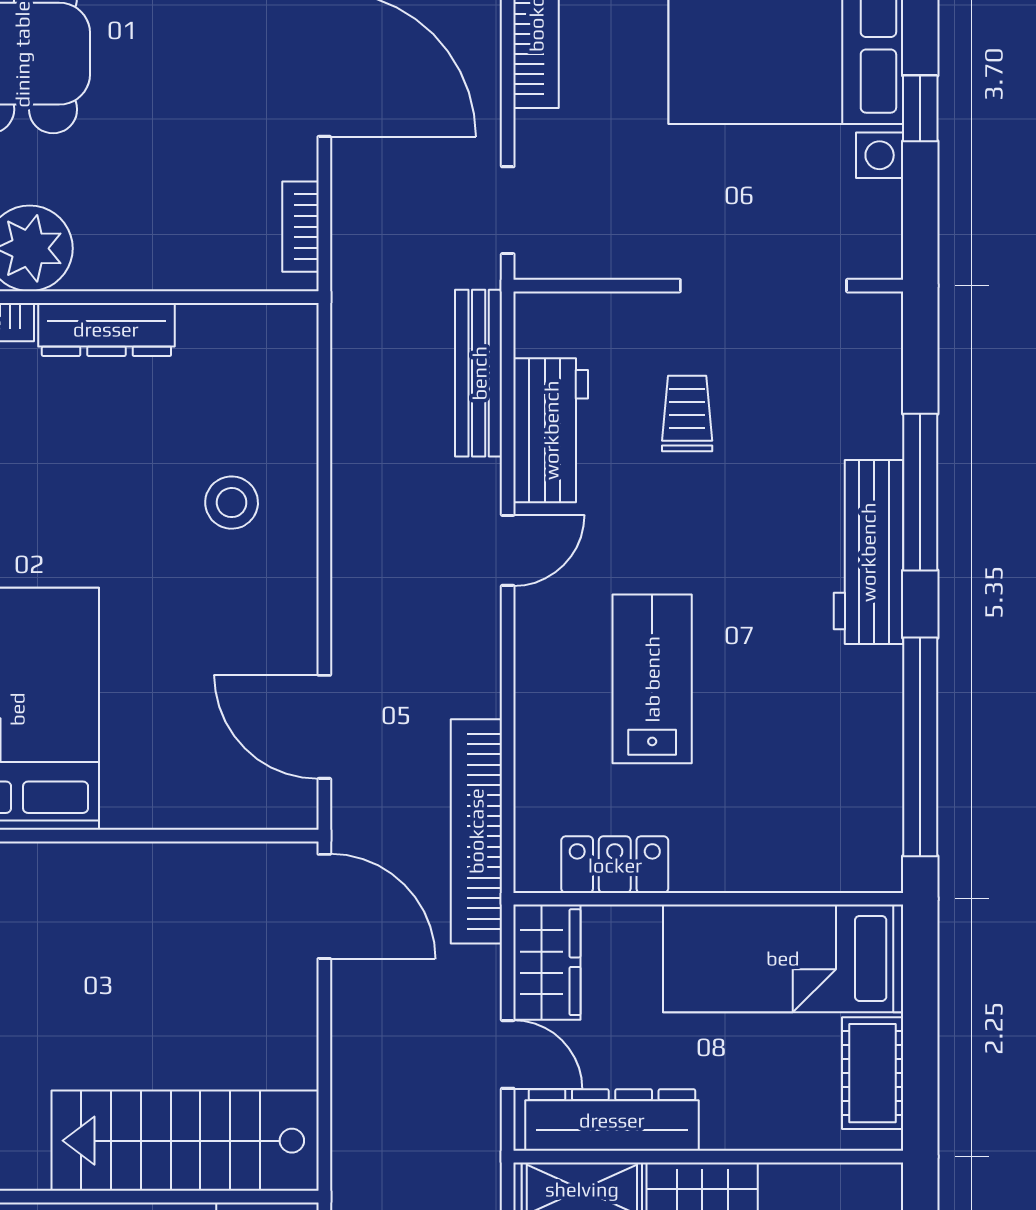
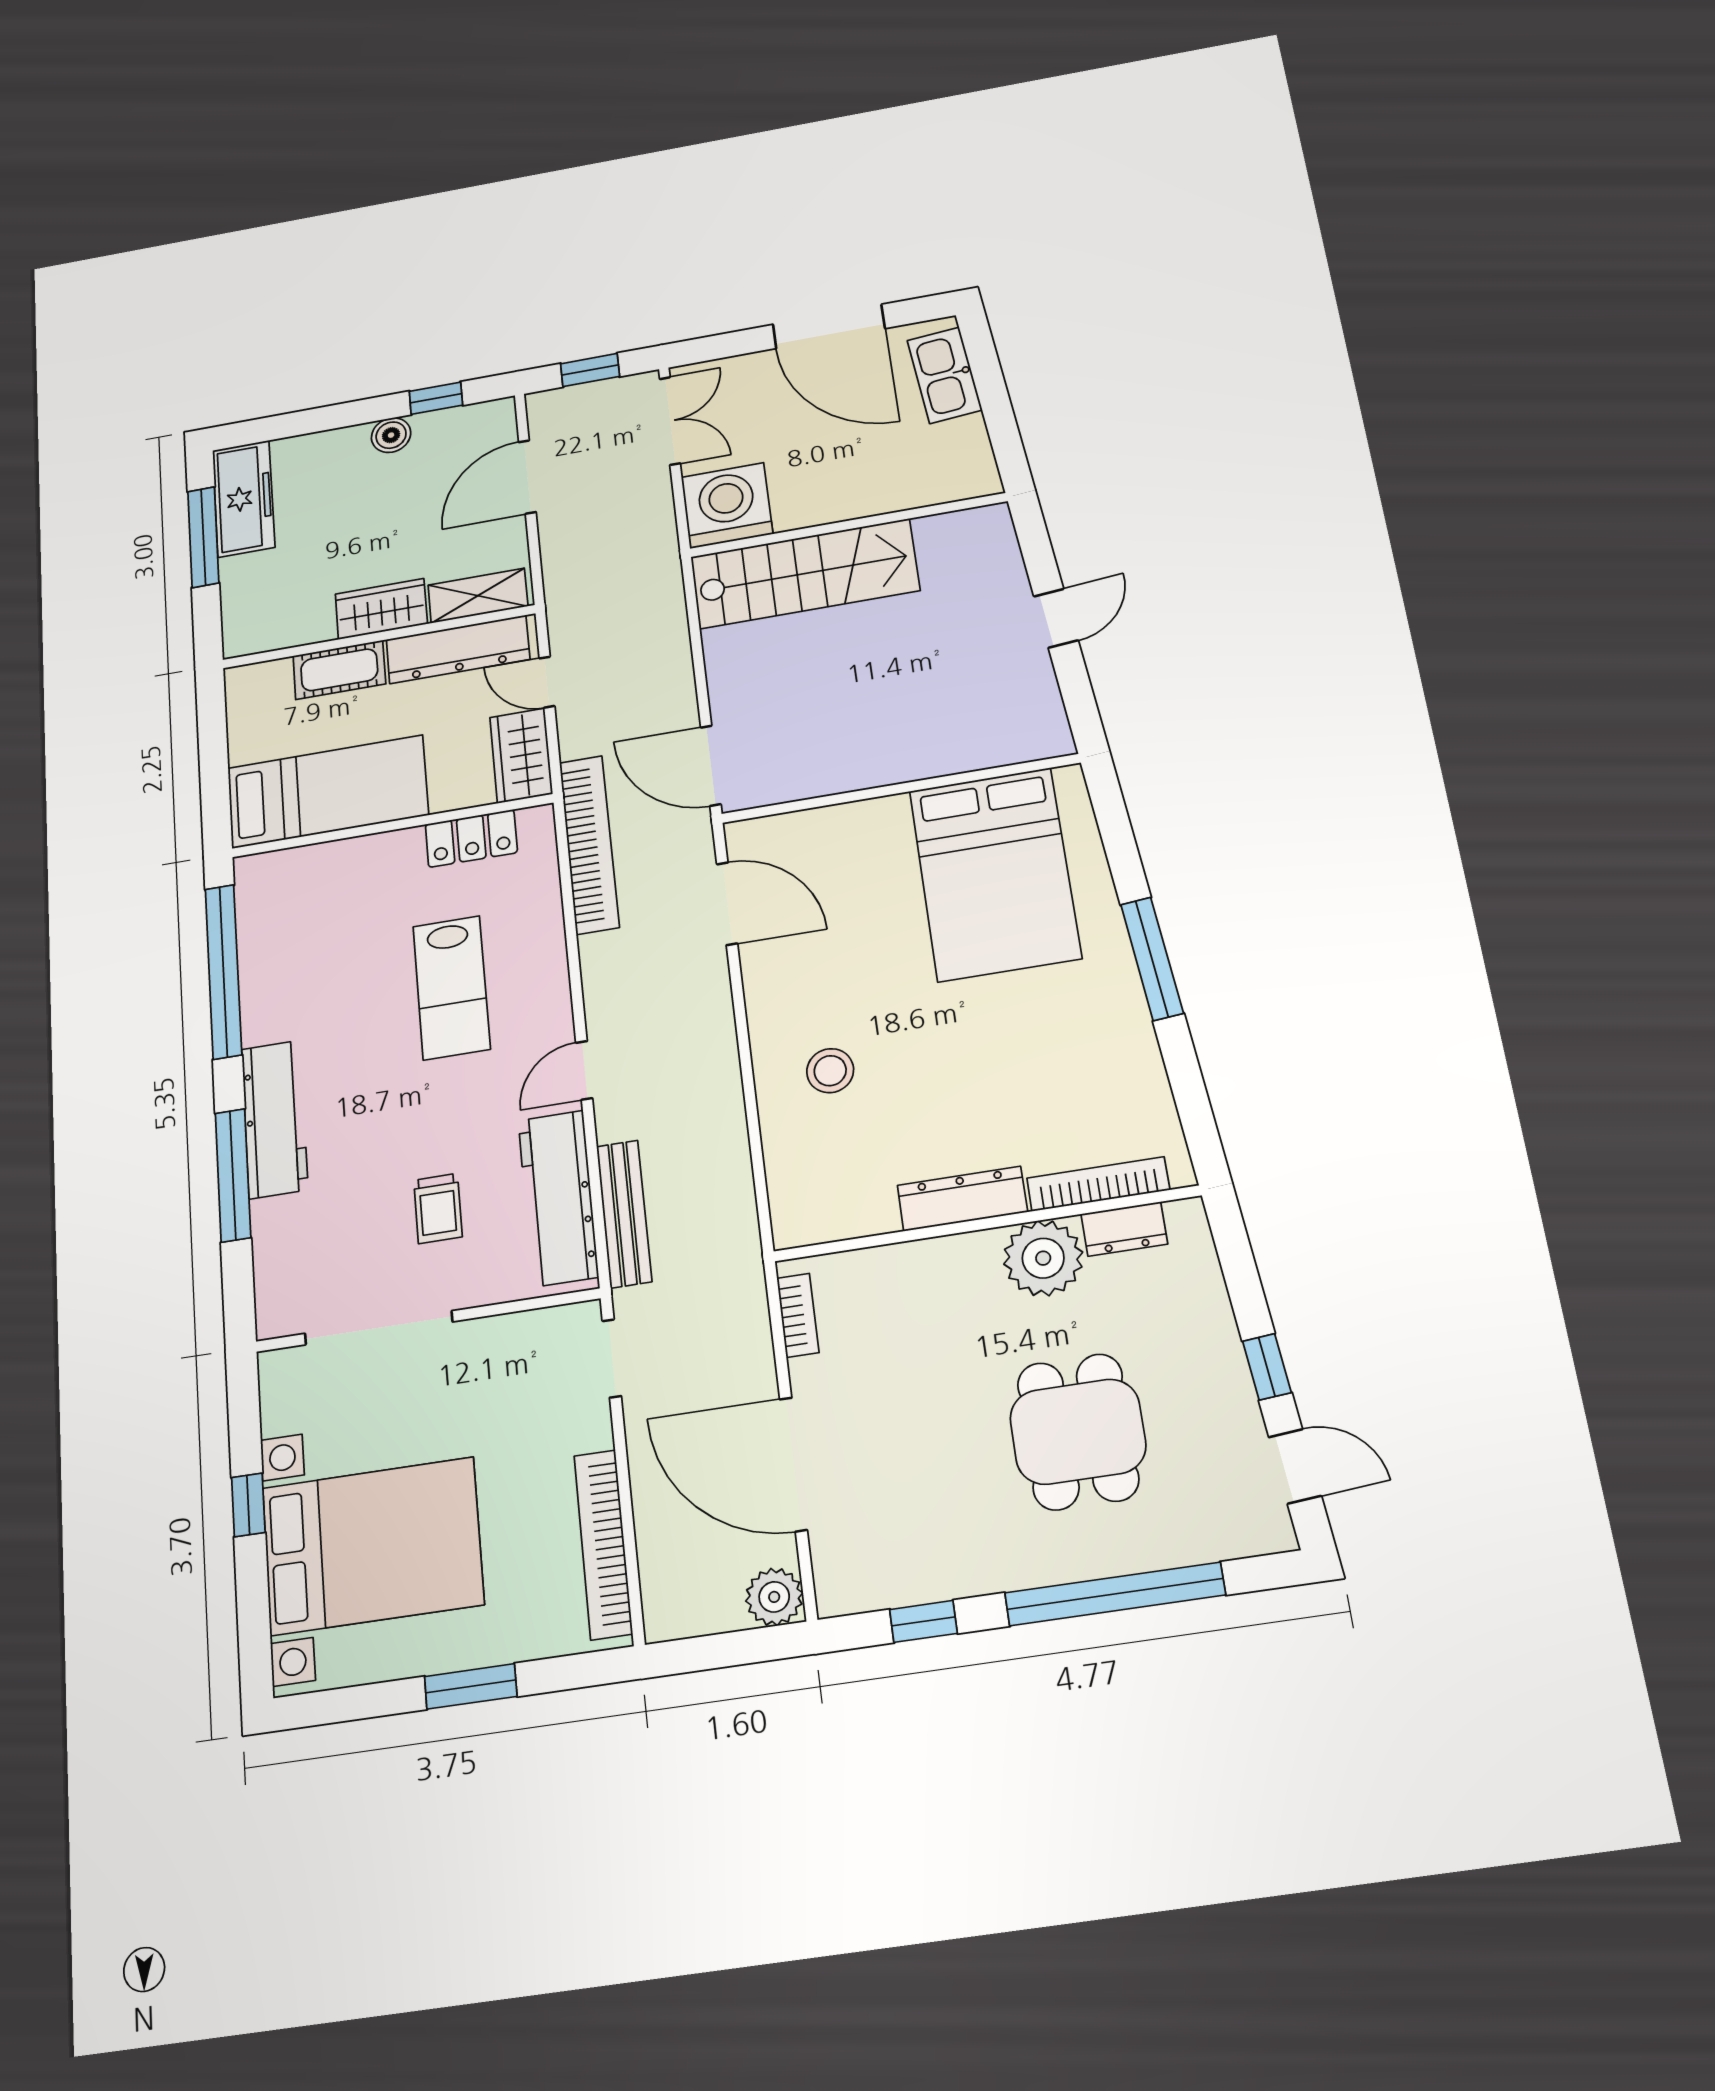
workbench: (551, 430) -> (558, 1198), width x1.38
cot: (873, 1073) -> (339, 670), moved, turned 90

